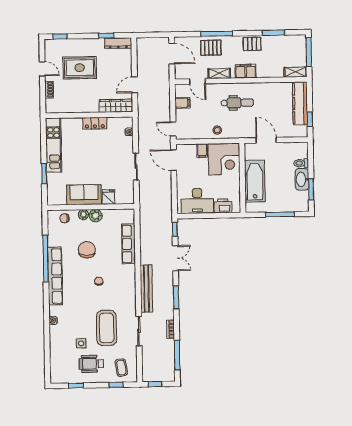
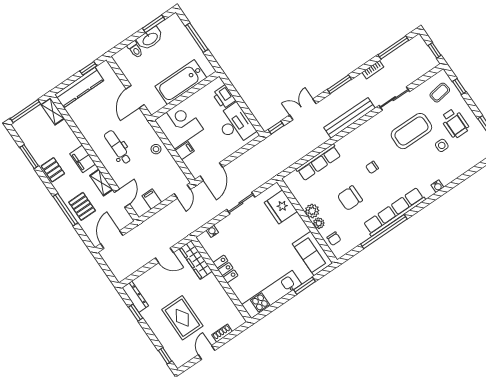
sofa: (84, 195) -> (312, 253), moved
fridge: (108, 197) -> (281, 207), width x1.88, depth x1.34

